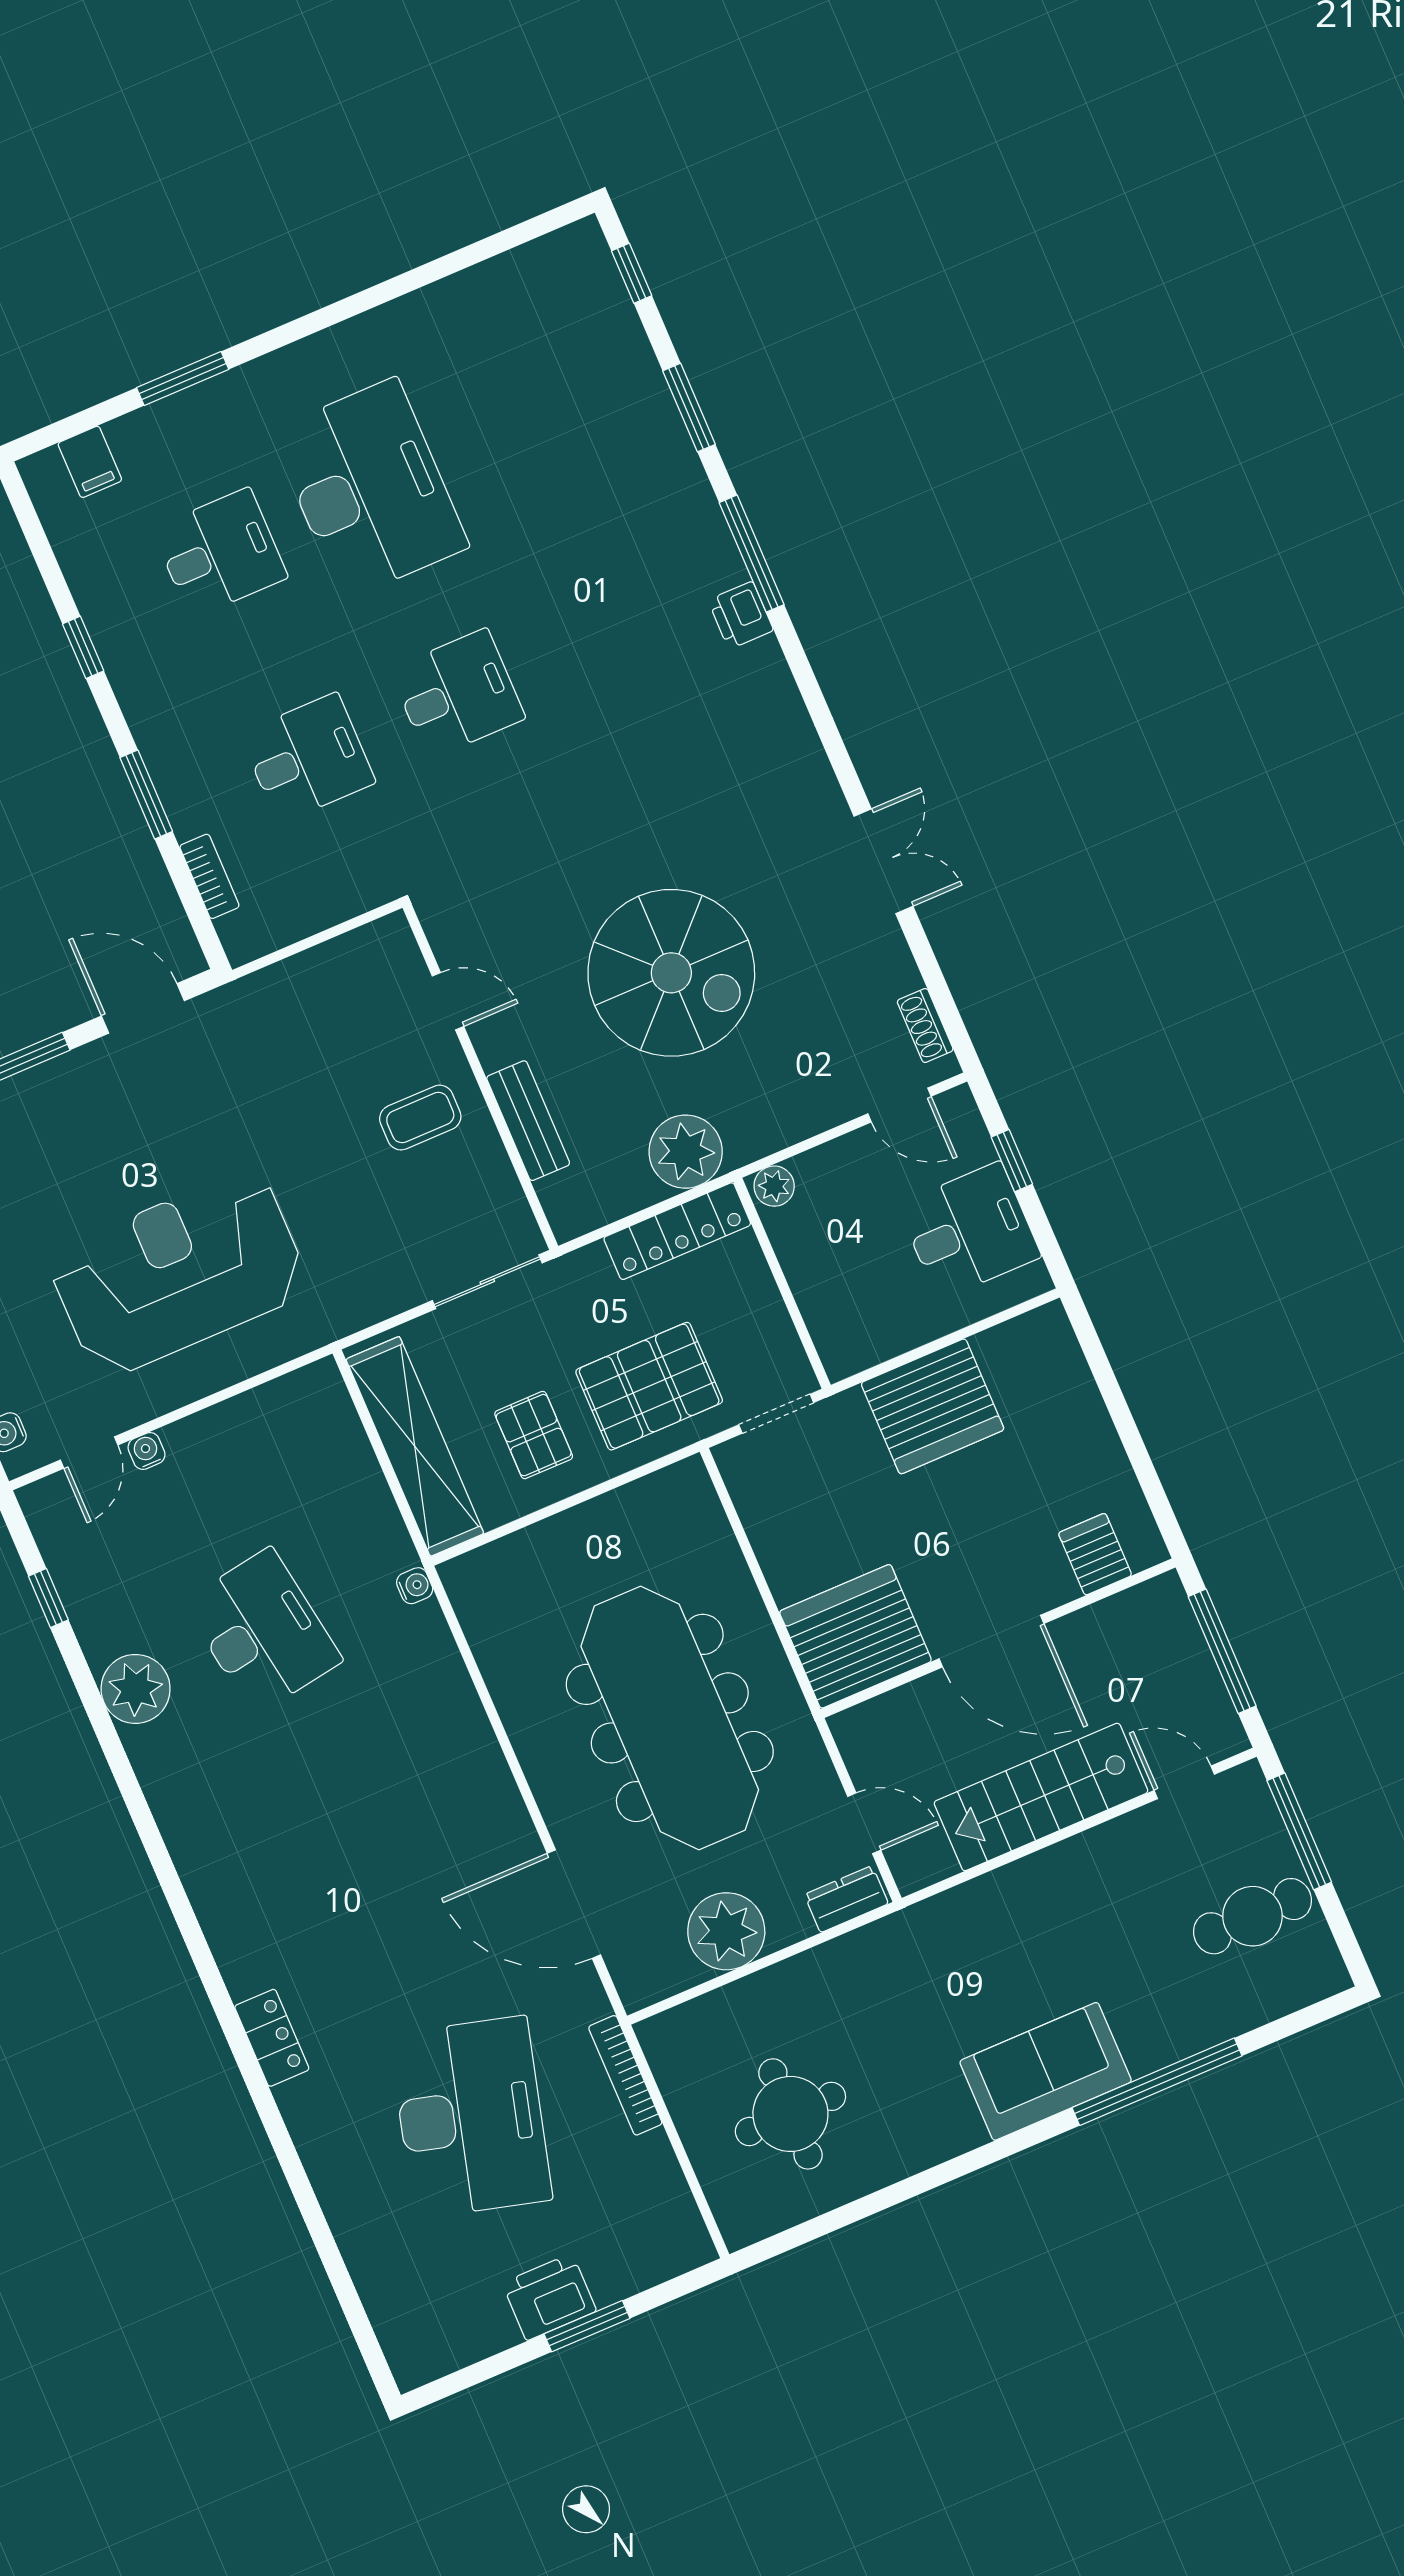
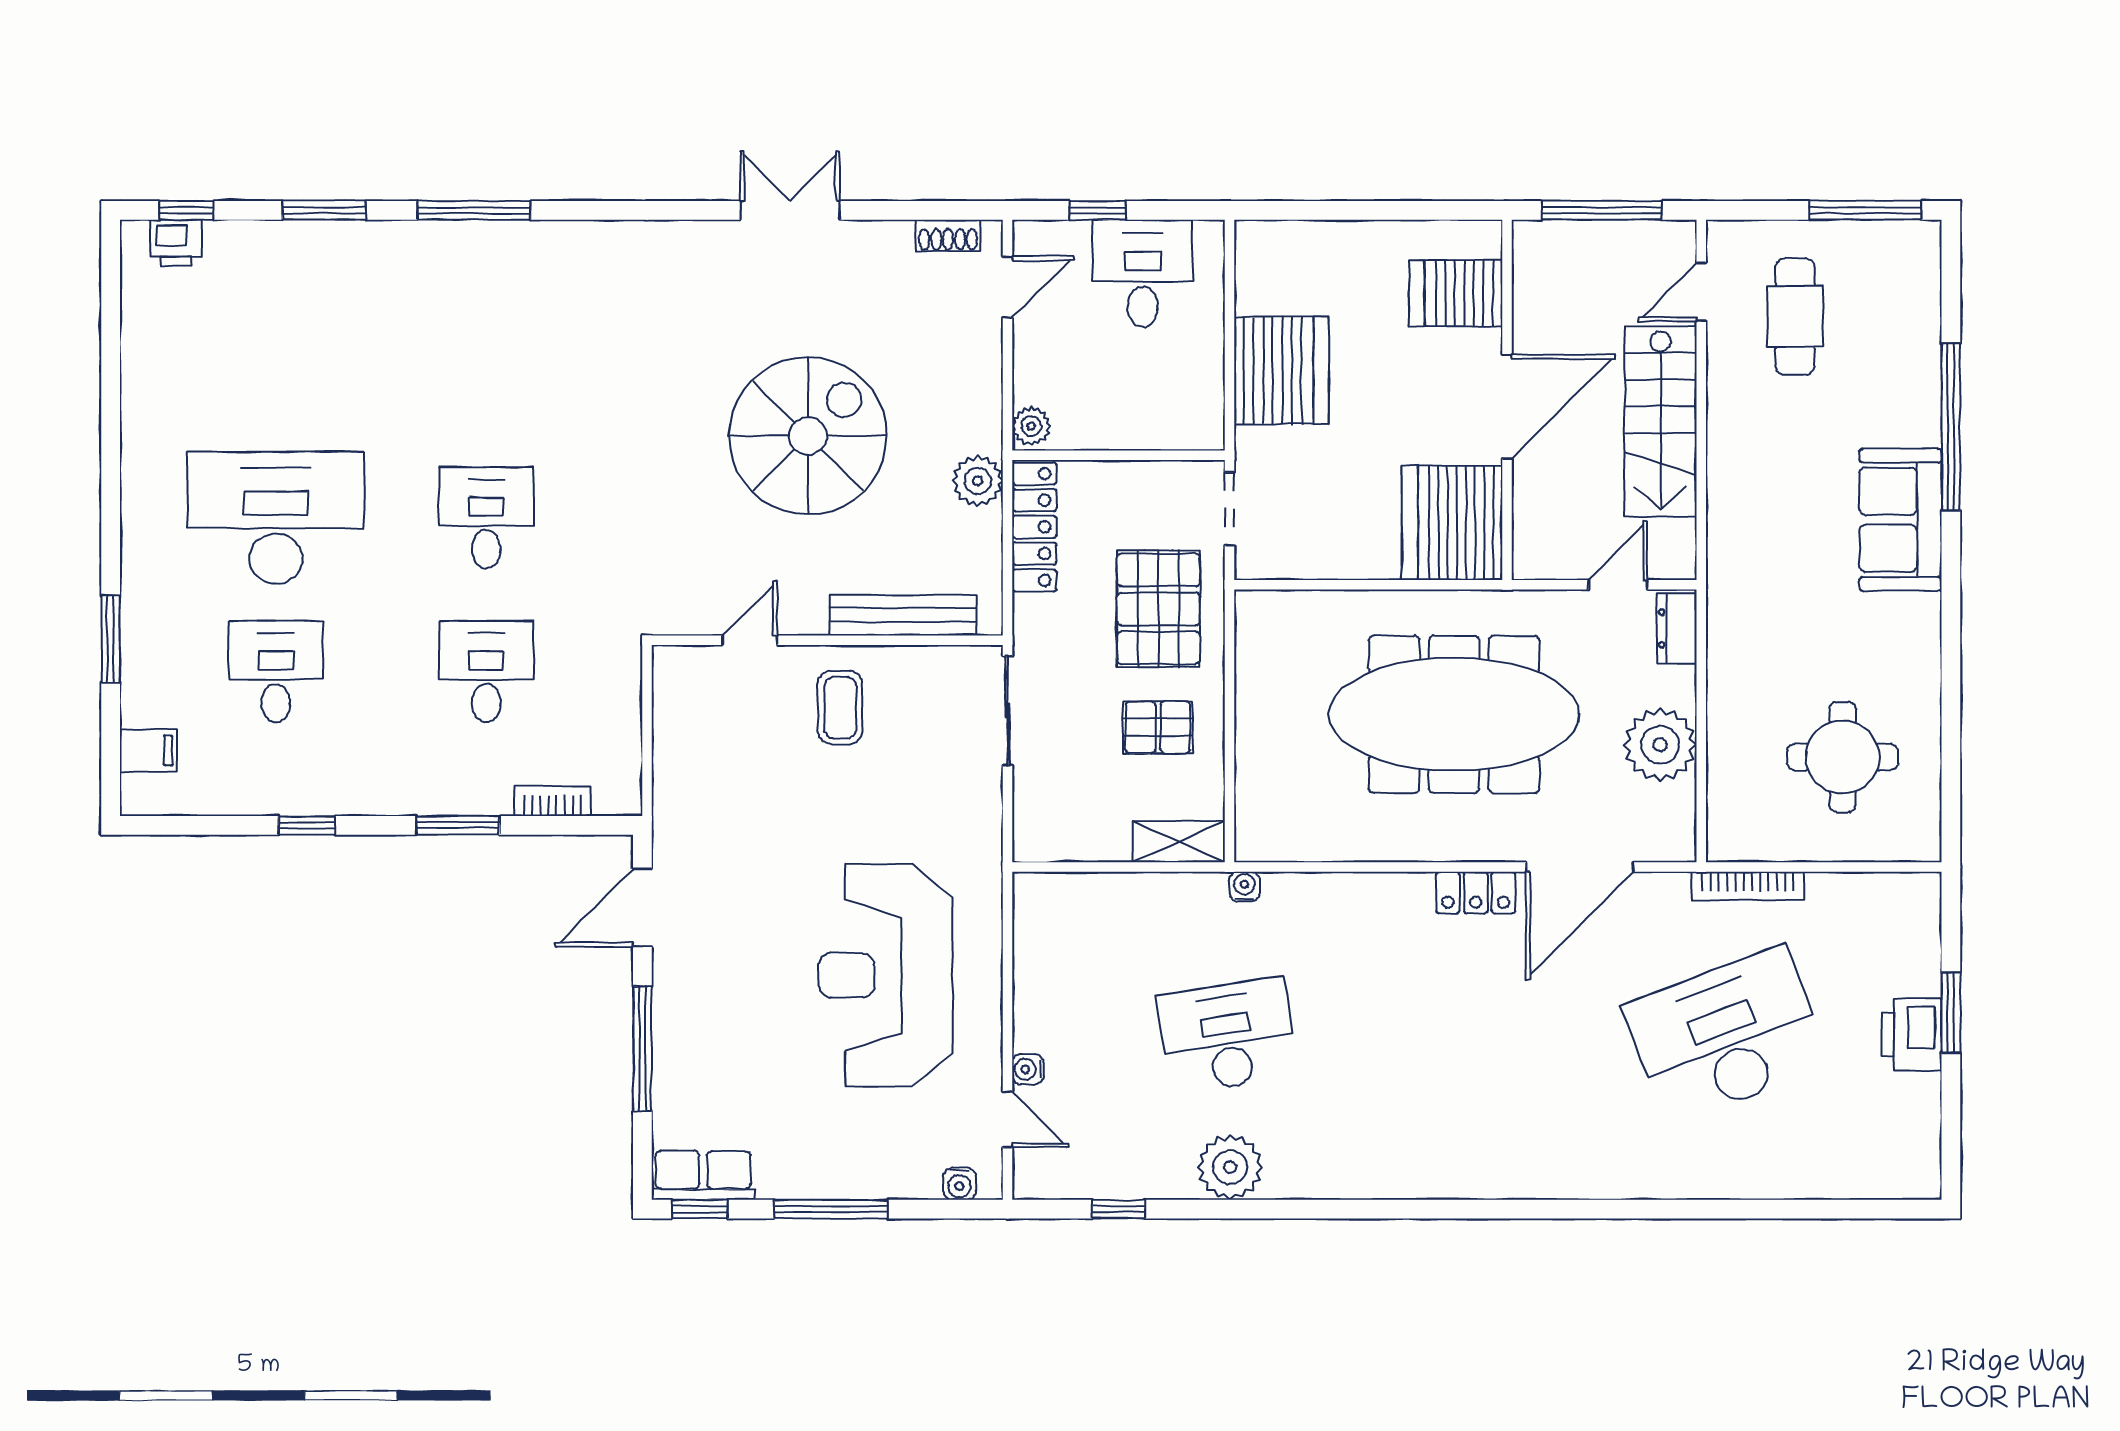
printer: (741, 615) -> (176, 243), moved
bench: (528, 1121) -> (903, 615), width x1.36
plant: (686, 1152) -> (978, 481), width x0.73, depth x0.73
shelving: (415, 1446) -> (1179, 842), width x0.45, depth x0.75
server rack: (1095, 1554) -> (1456, 293), width x1.36, depth x1.44
window: (1299, 1831) -> (1866, 210), moved
cafe table: (1252, 1916) -> (1795, 317), moved
locker: (272, 2038) -> (1476, 893), moved, turned 180
desk: (471, 2117) -> (1726, 1036), turned -36

